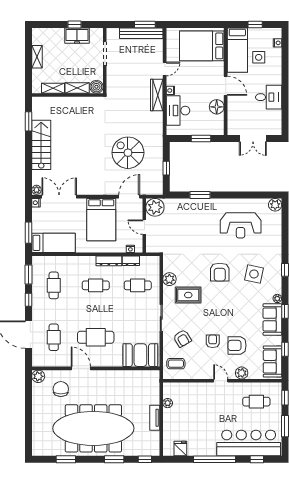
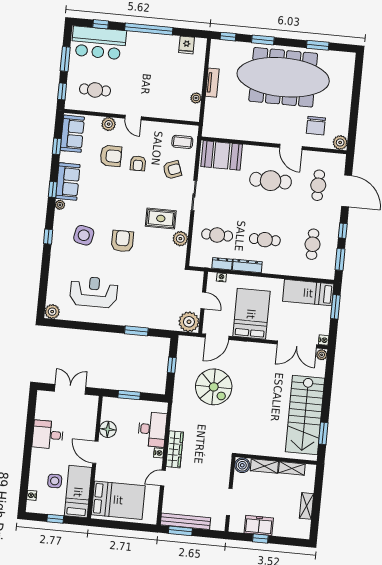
stairs: (41, 145) -> (305, 415), width x1.36, depth x1.51
armchair: (182, 338) -> (172, 170), turned 100
bar counter: (249, 443) -> (99, 43), width x0.73

